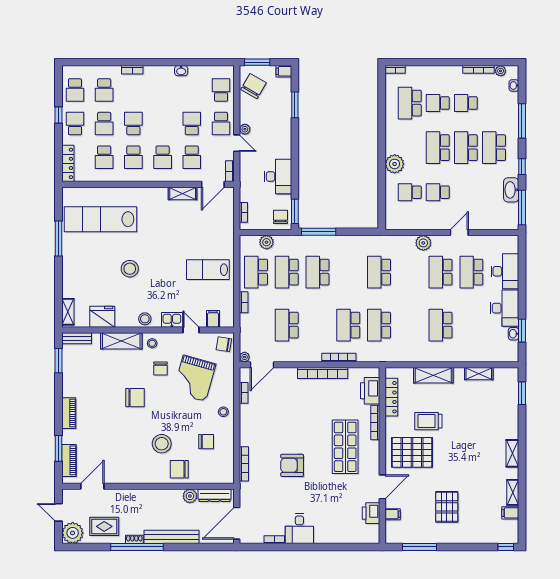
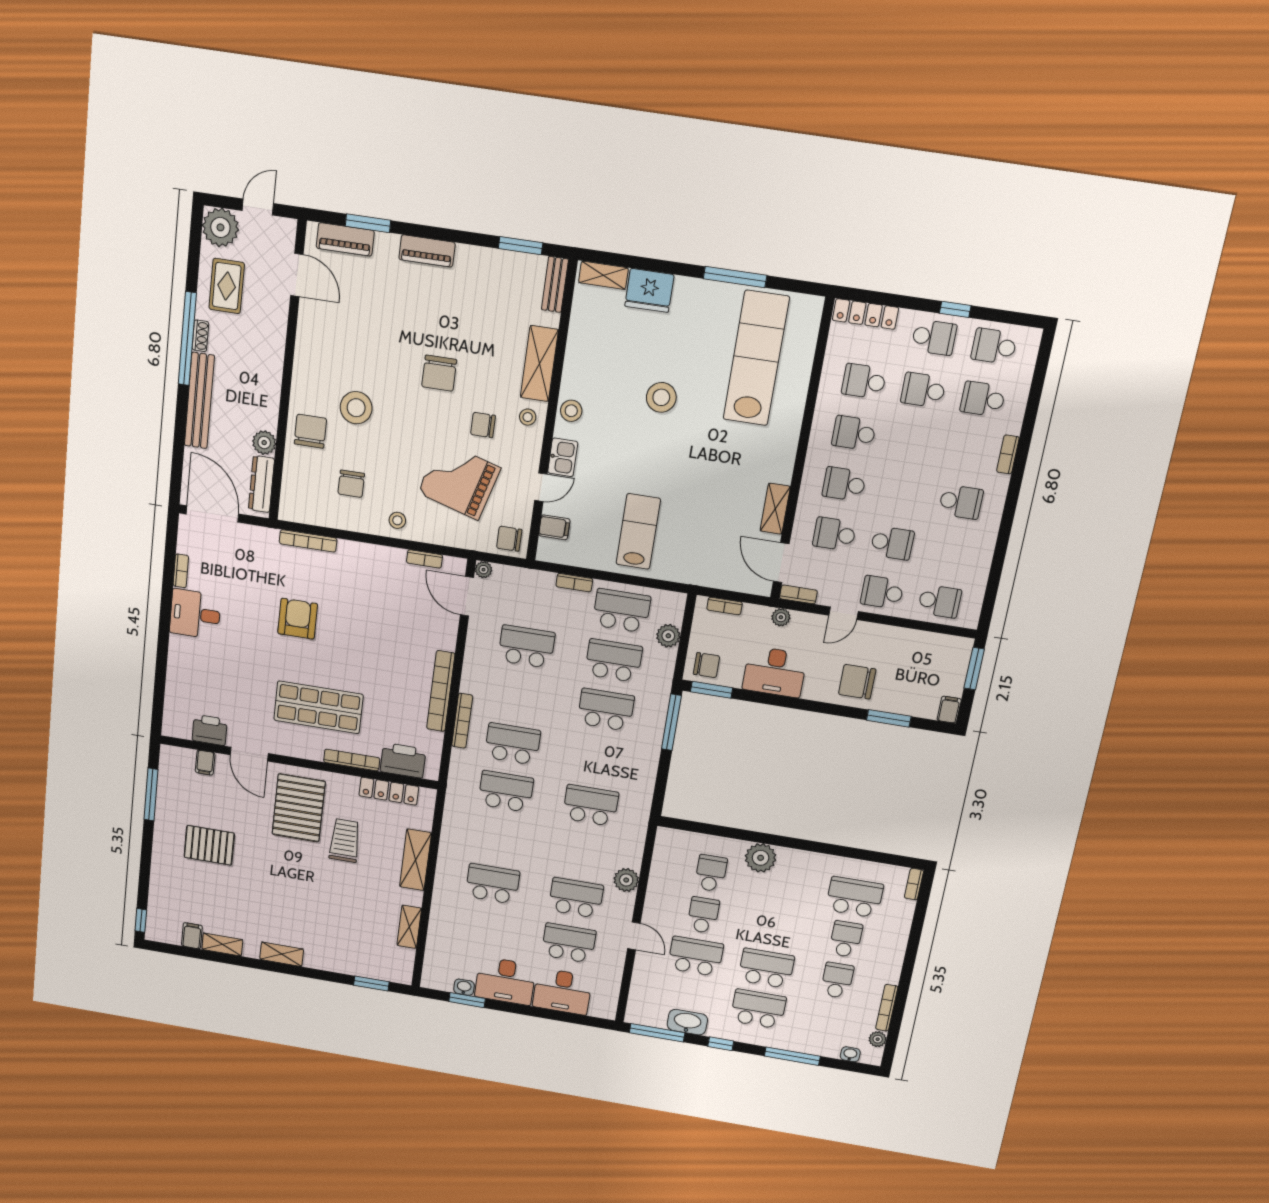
washbasin: (181, 71) -> (988, 539), removed
chair: (254, 86) -> (857, 682), moved, turned 150
school desk: (133, 124) -> (961, 502), moved
plant: (245, 129) -> (781, 617), moved
school desk: (438, 148) -> (696, 956), moved
fridge: (102, 317) -> (649, 290), moved, turned 90
chair: (224, 344) -> (509, 539), turned -99

